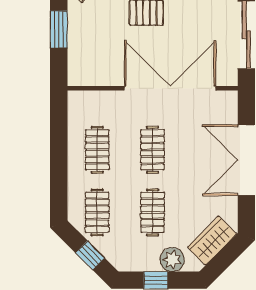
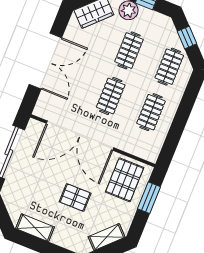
window: (59, 29) -> (149, 198), moved
pallet: (96, 57) -> (125, 180), added

